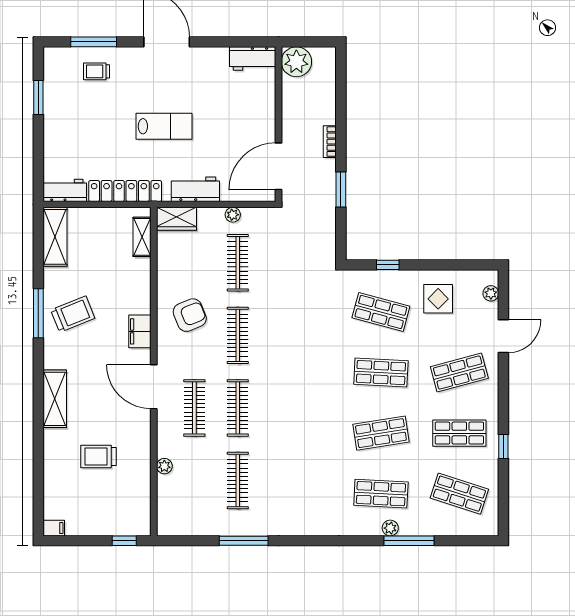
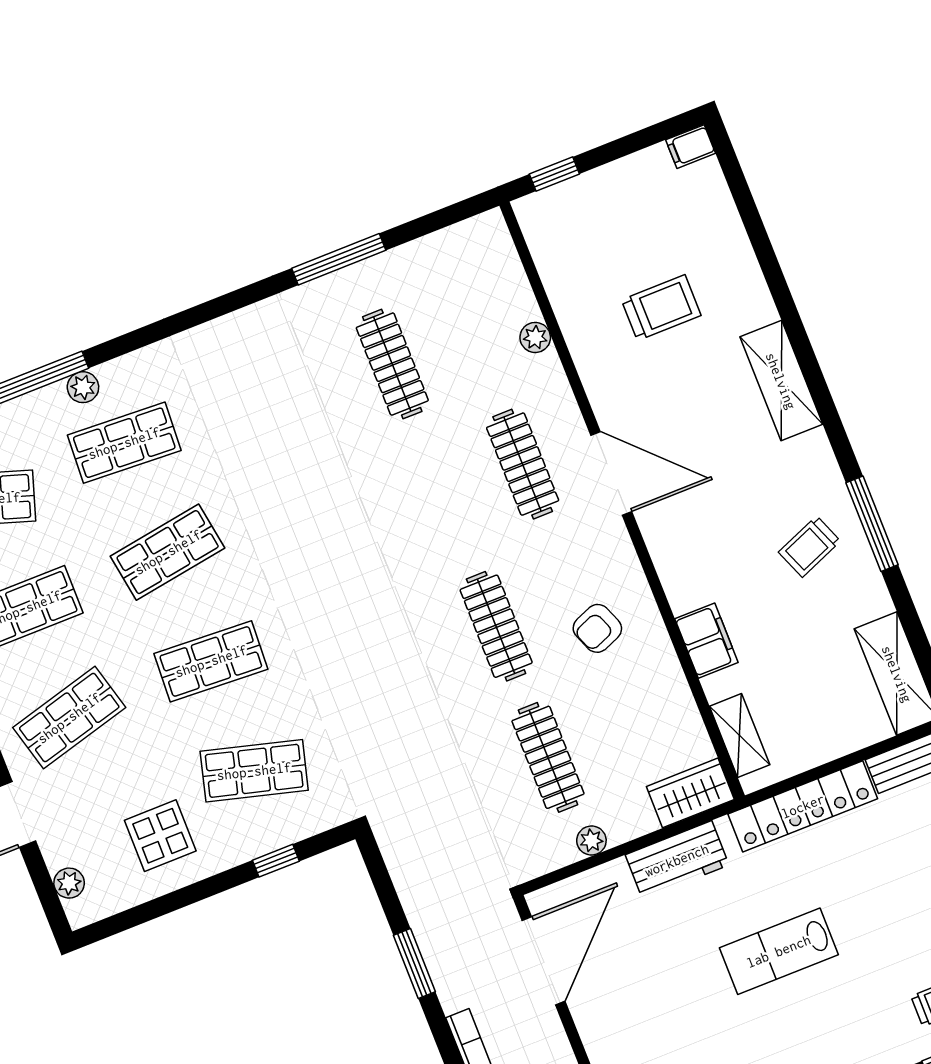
trolley: (73, 314) -> (810, 547), width x0.73, depth x0.72
armchair: (190, 315) -> (597, 628), width x0.72, depth x0.72
filing cabinet: (140, 331) -> (706, 641), moved
clothes rail: (238, 408) -> (444, 495), removed

